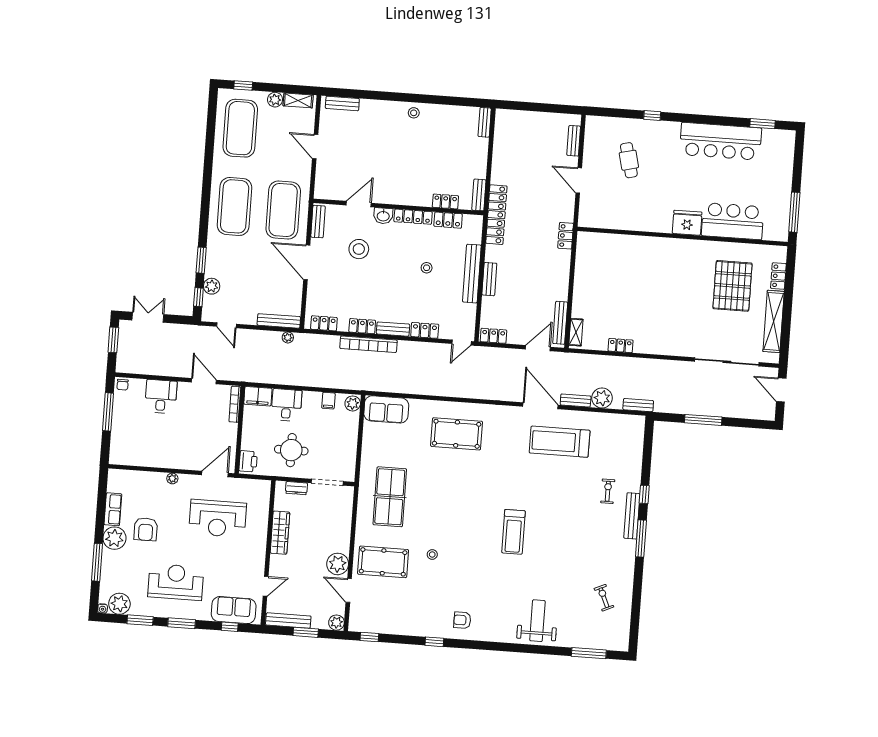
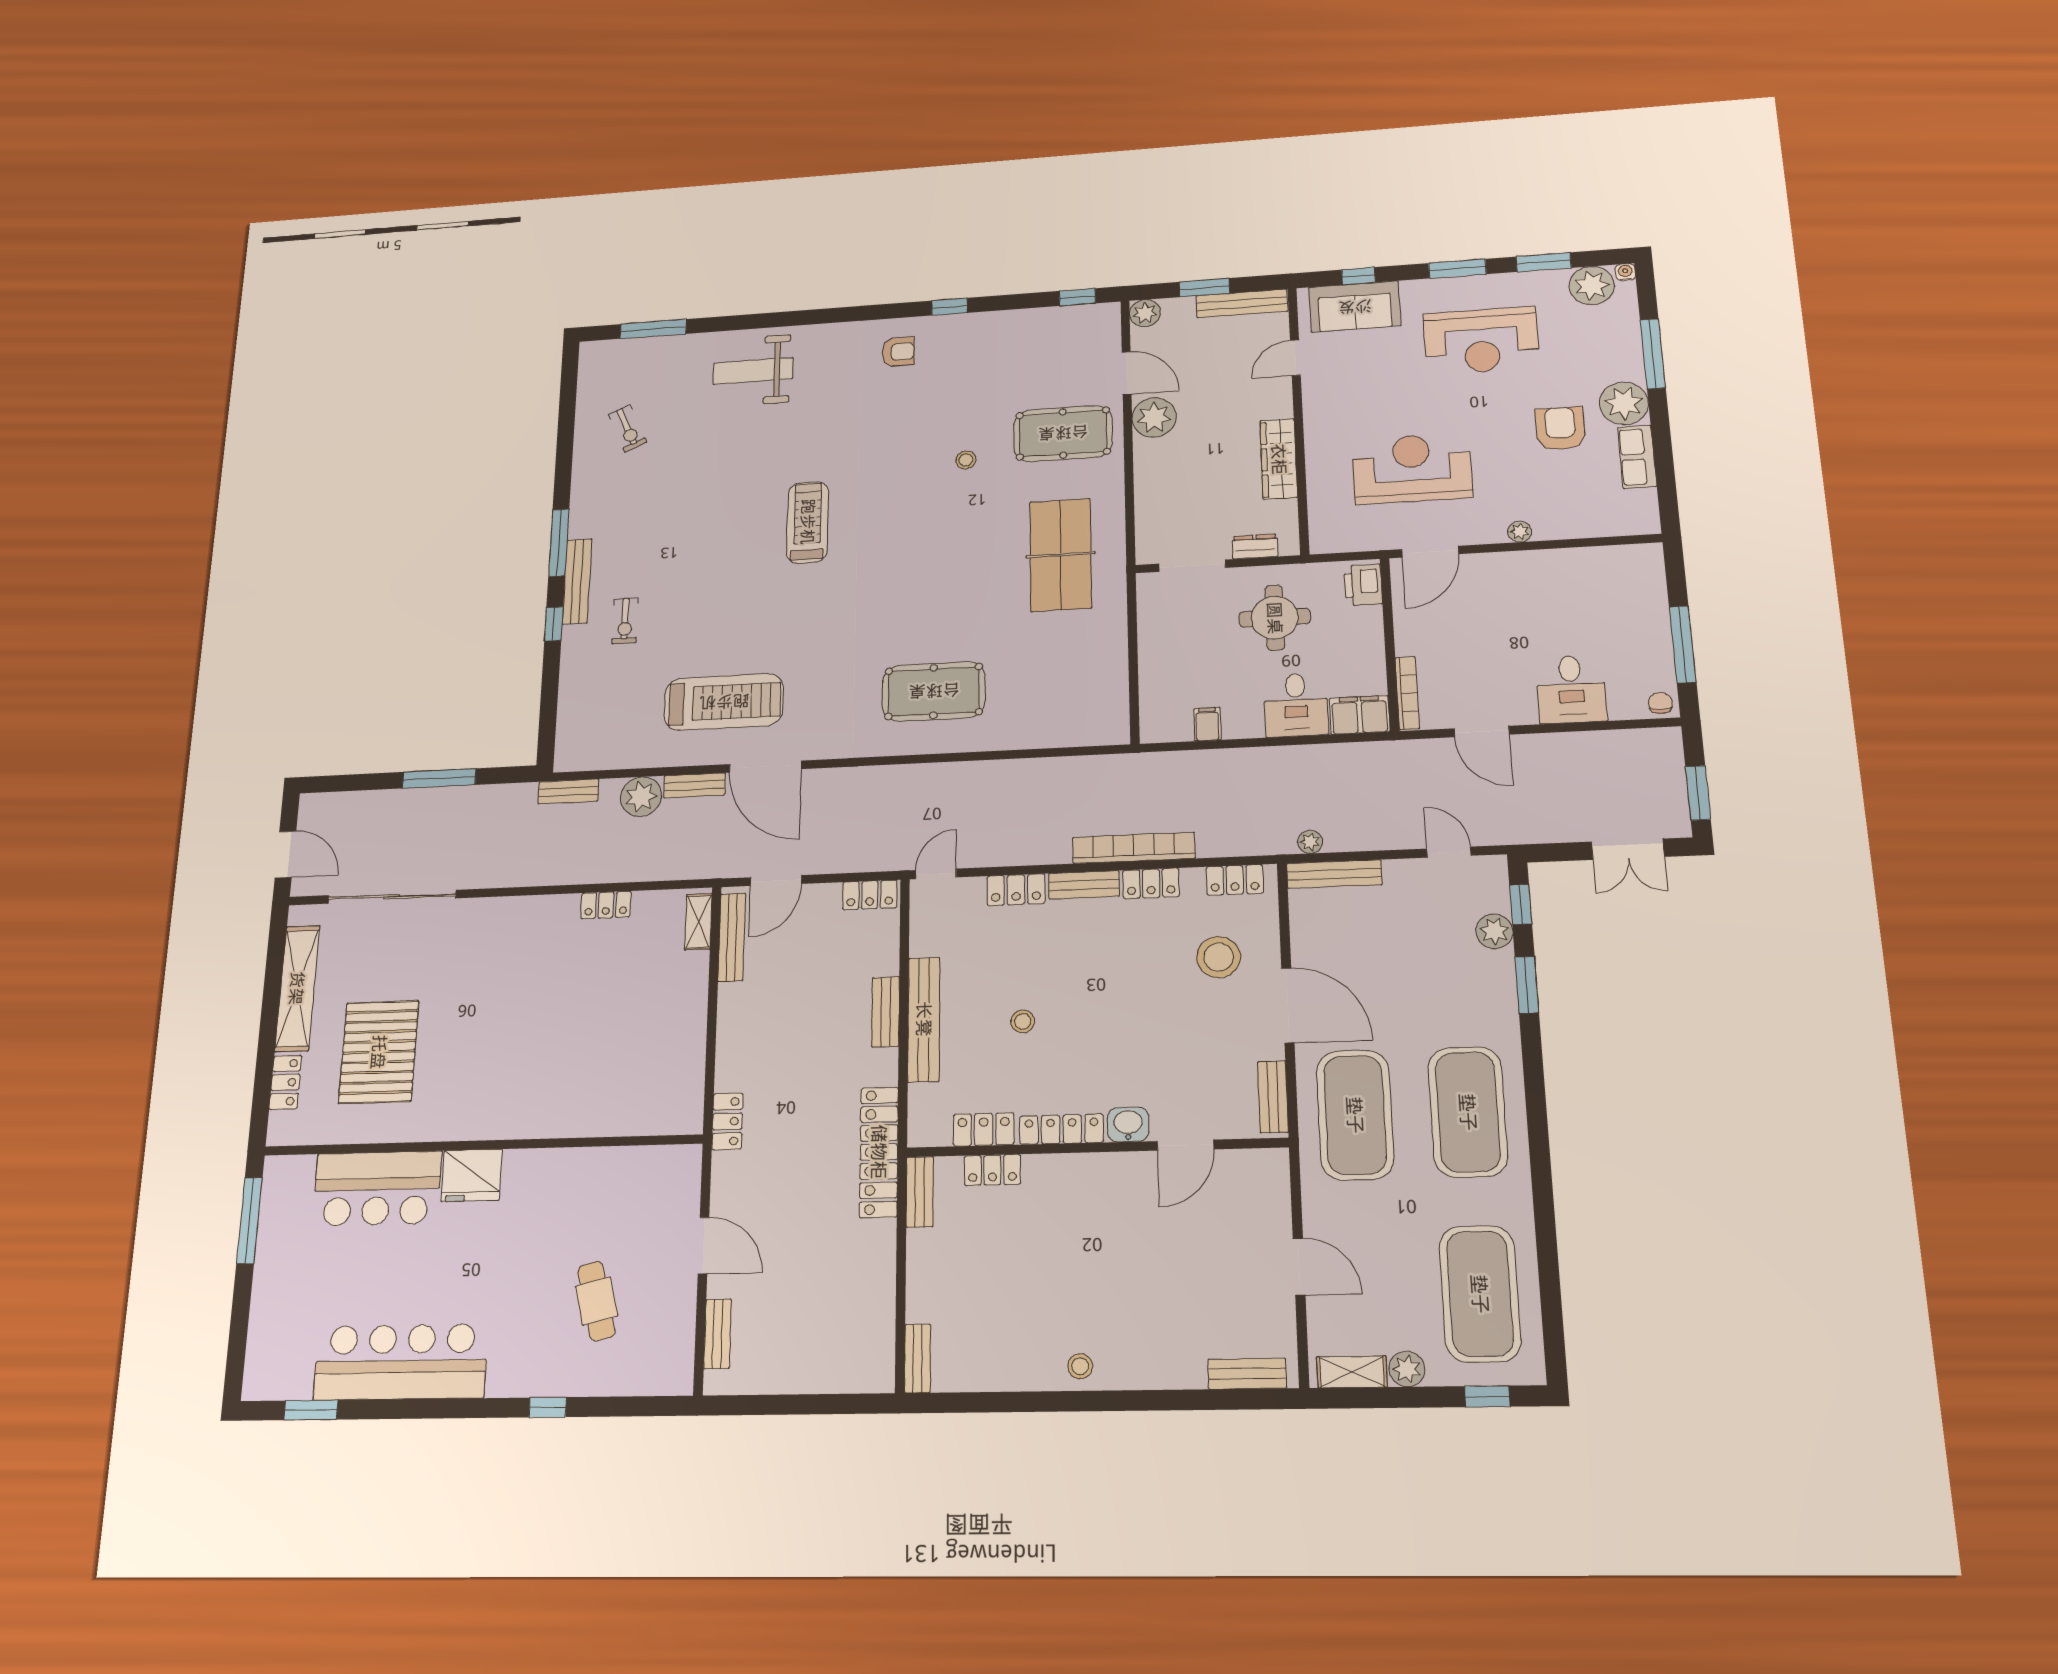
stool: (359, 249) -> (1219, 957), moved
plant: (353, 403) -> (1155, 725), removed
sofa: (386, 409) -> (1083, 721), removed
weight bench: (537, 621) -> (753, 371), turned 90

